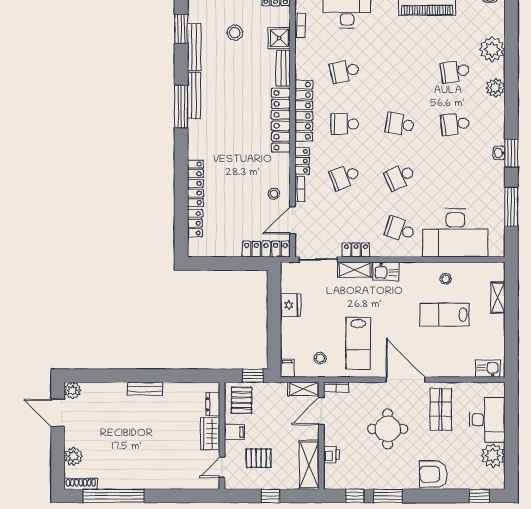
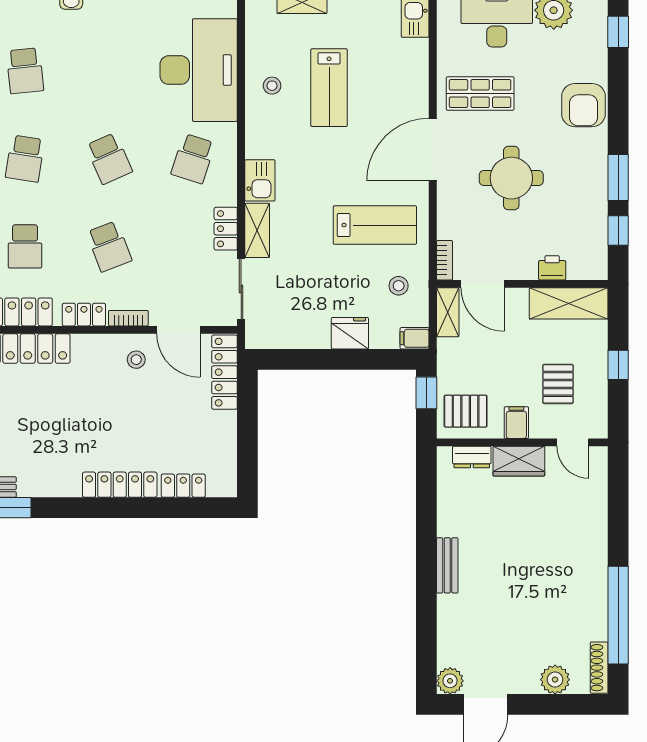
fridge: (290, 305) -> (350, 333), moved

